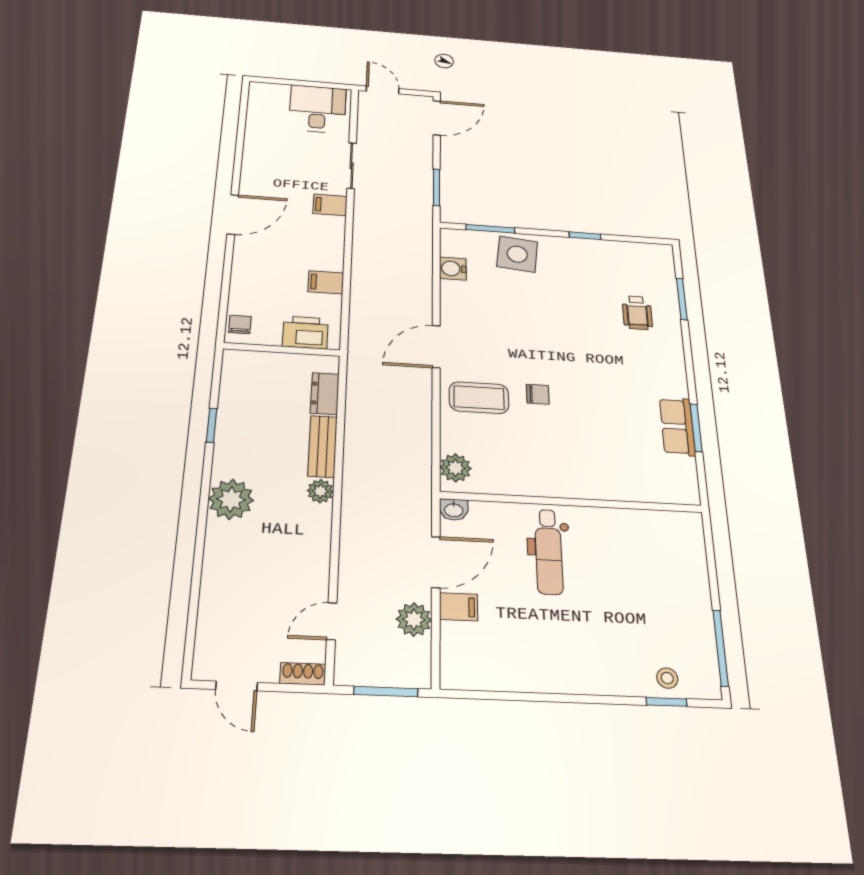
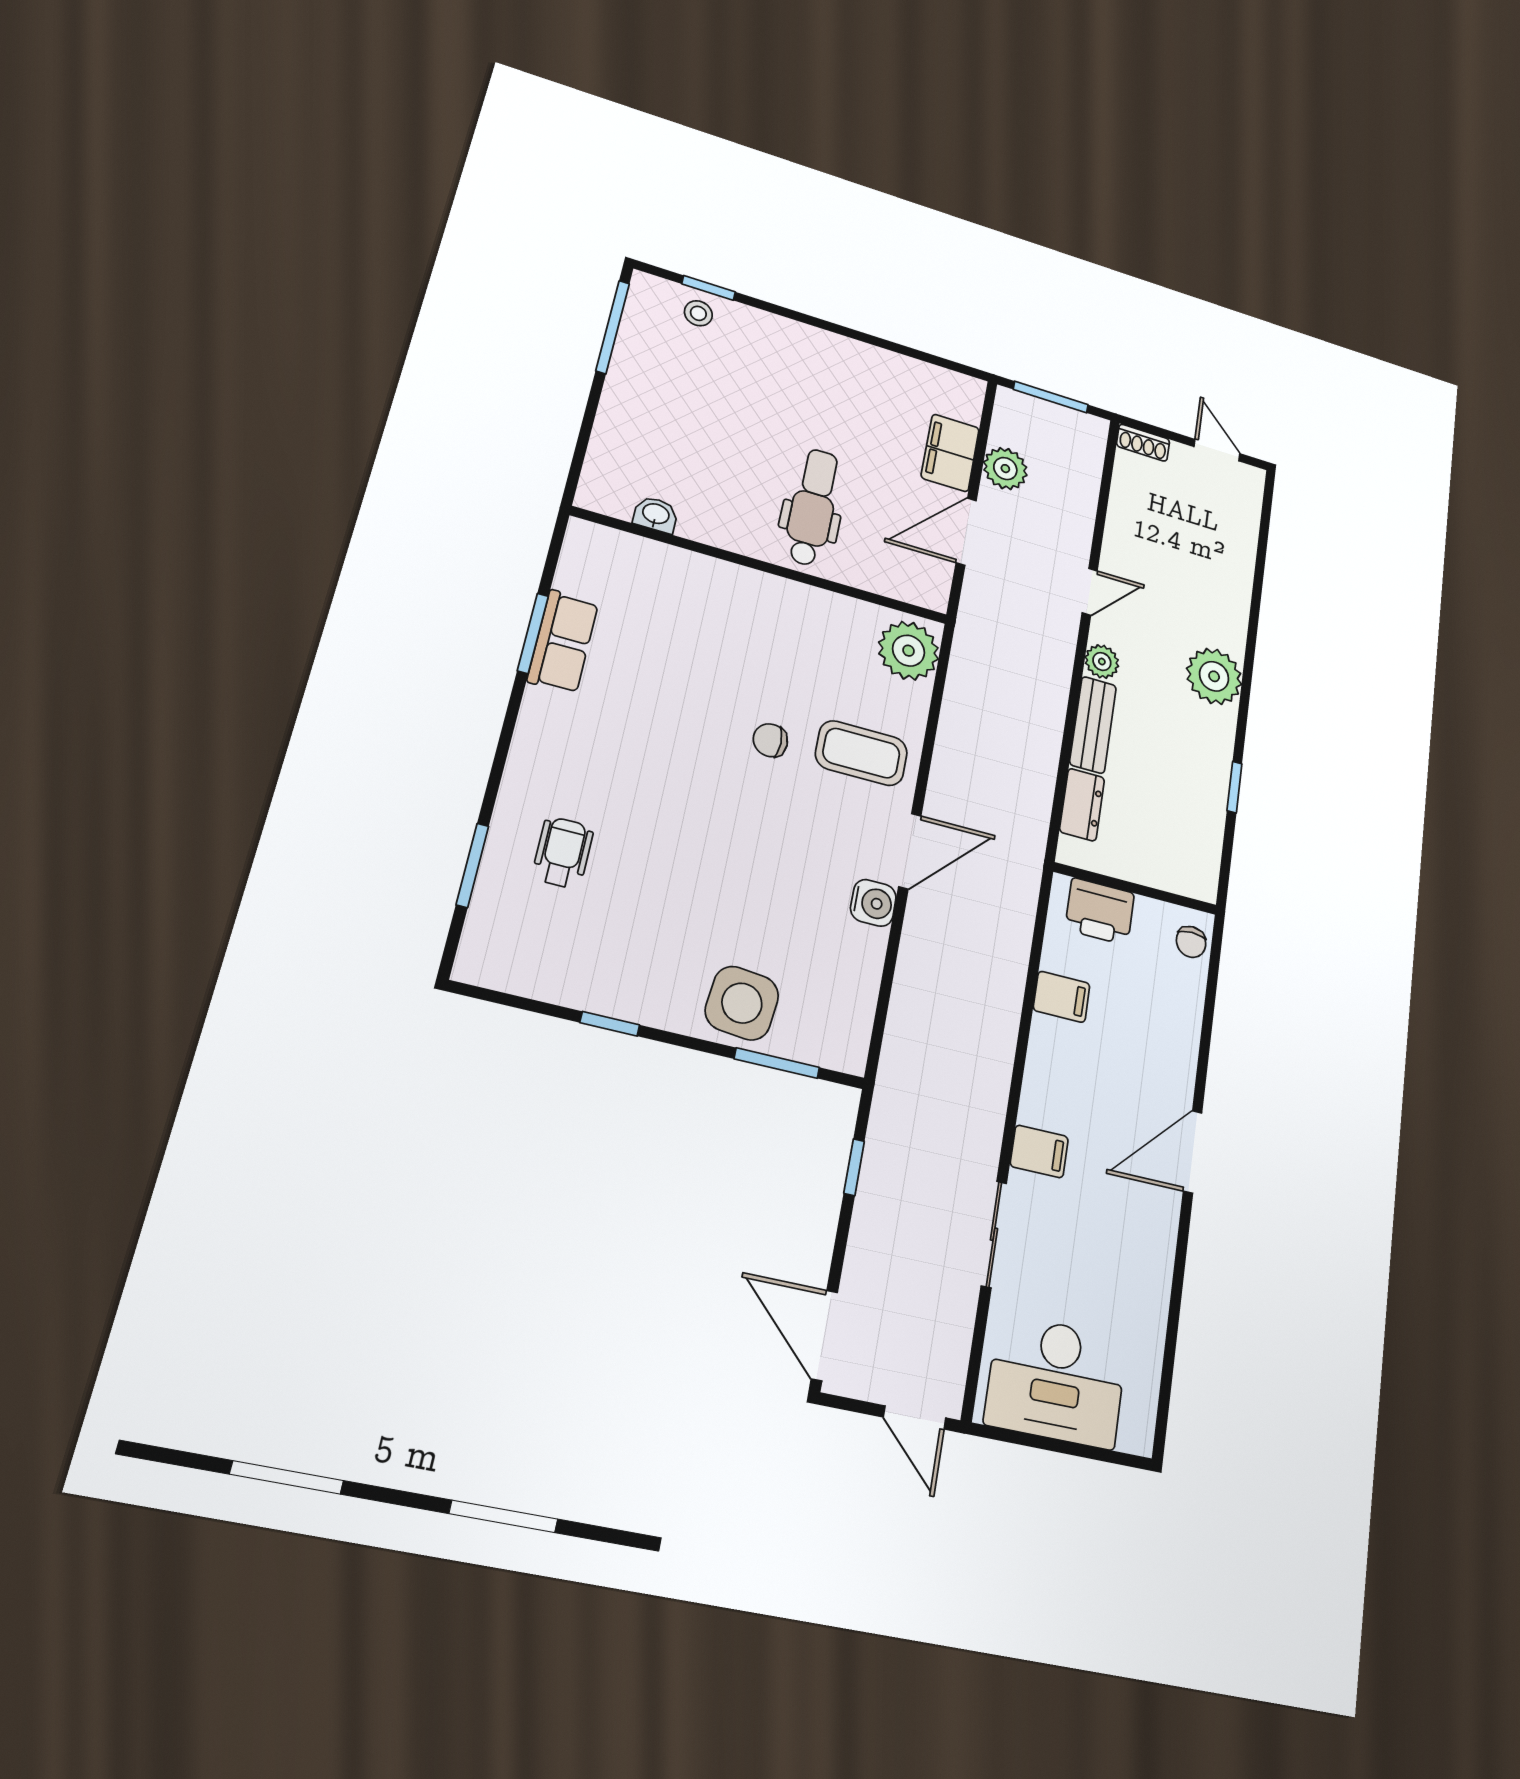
desk: (317, 109) -> (1056, 1381), width x1.37
door: (437, 118) -> (824, 1335), hinge flipped
window: (437, 187) -> (854, 1167), width x0.67
water cooler: (453, 269) -> (873, 903), moved
plant: (455, 468) -> (909, 651), width x1.36, depth x1.36
washbasin: (454, 510) -> (656, 515), moved
filing cabinet: (458, 607) -> (950, 453), width x2.00
door: (332, 621) -> (1090, 592), moved

